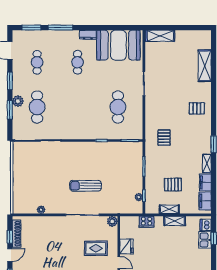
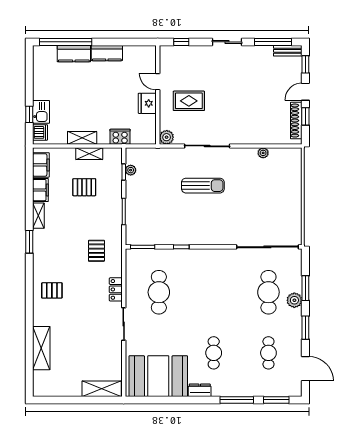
locker: (150, 109) -> (116, 289), added

